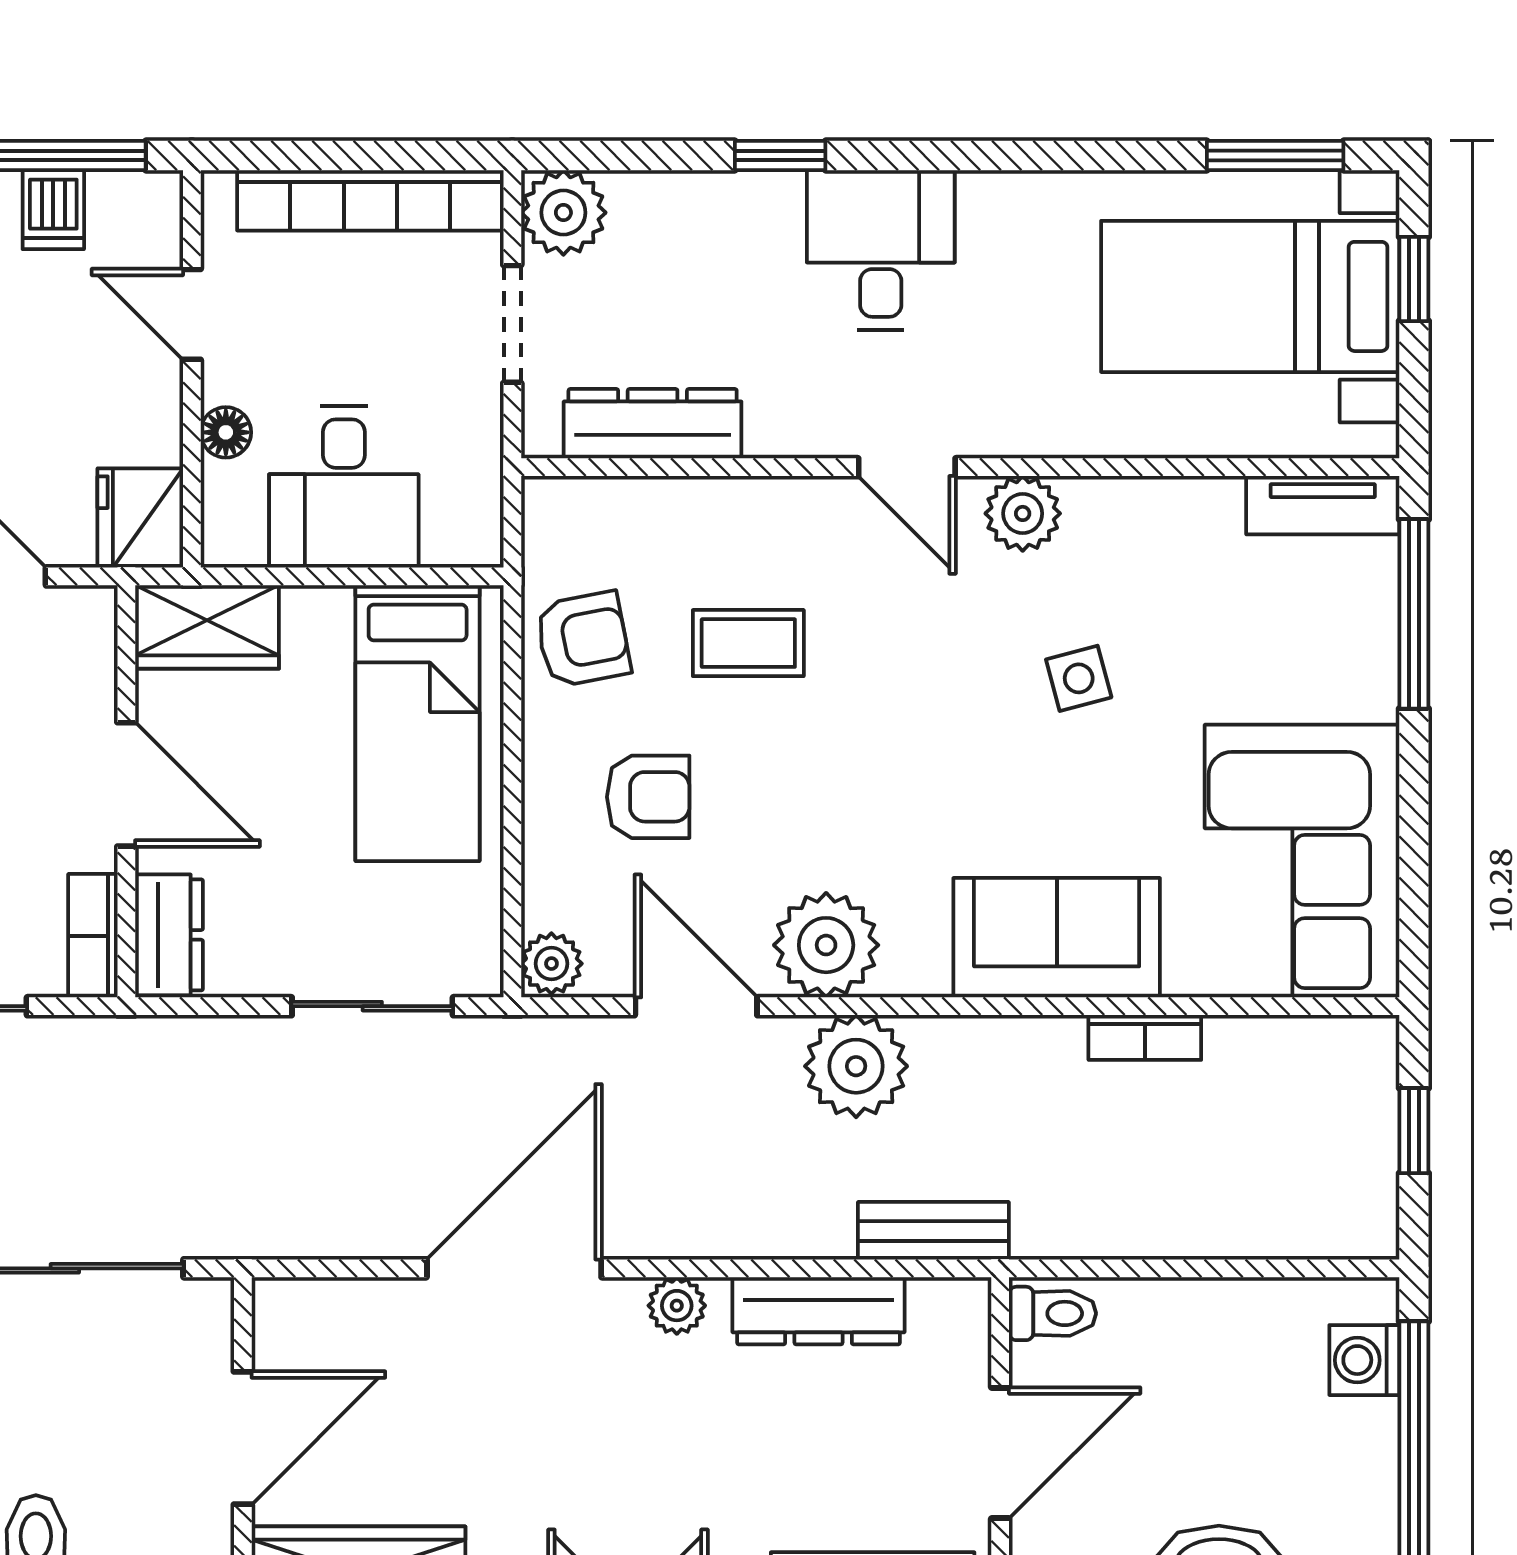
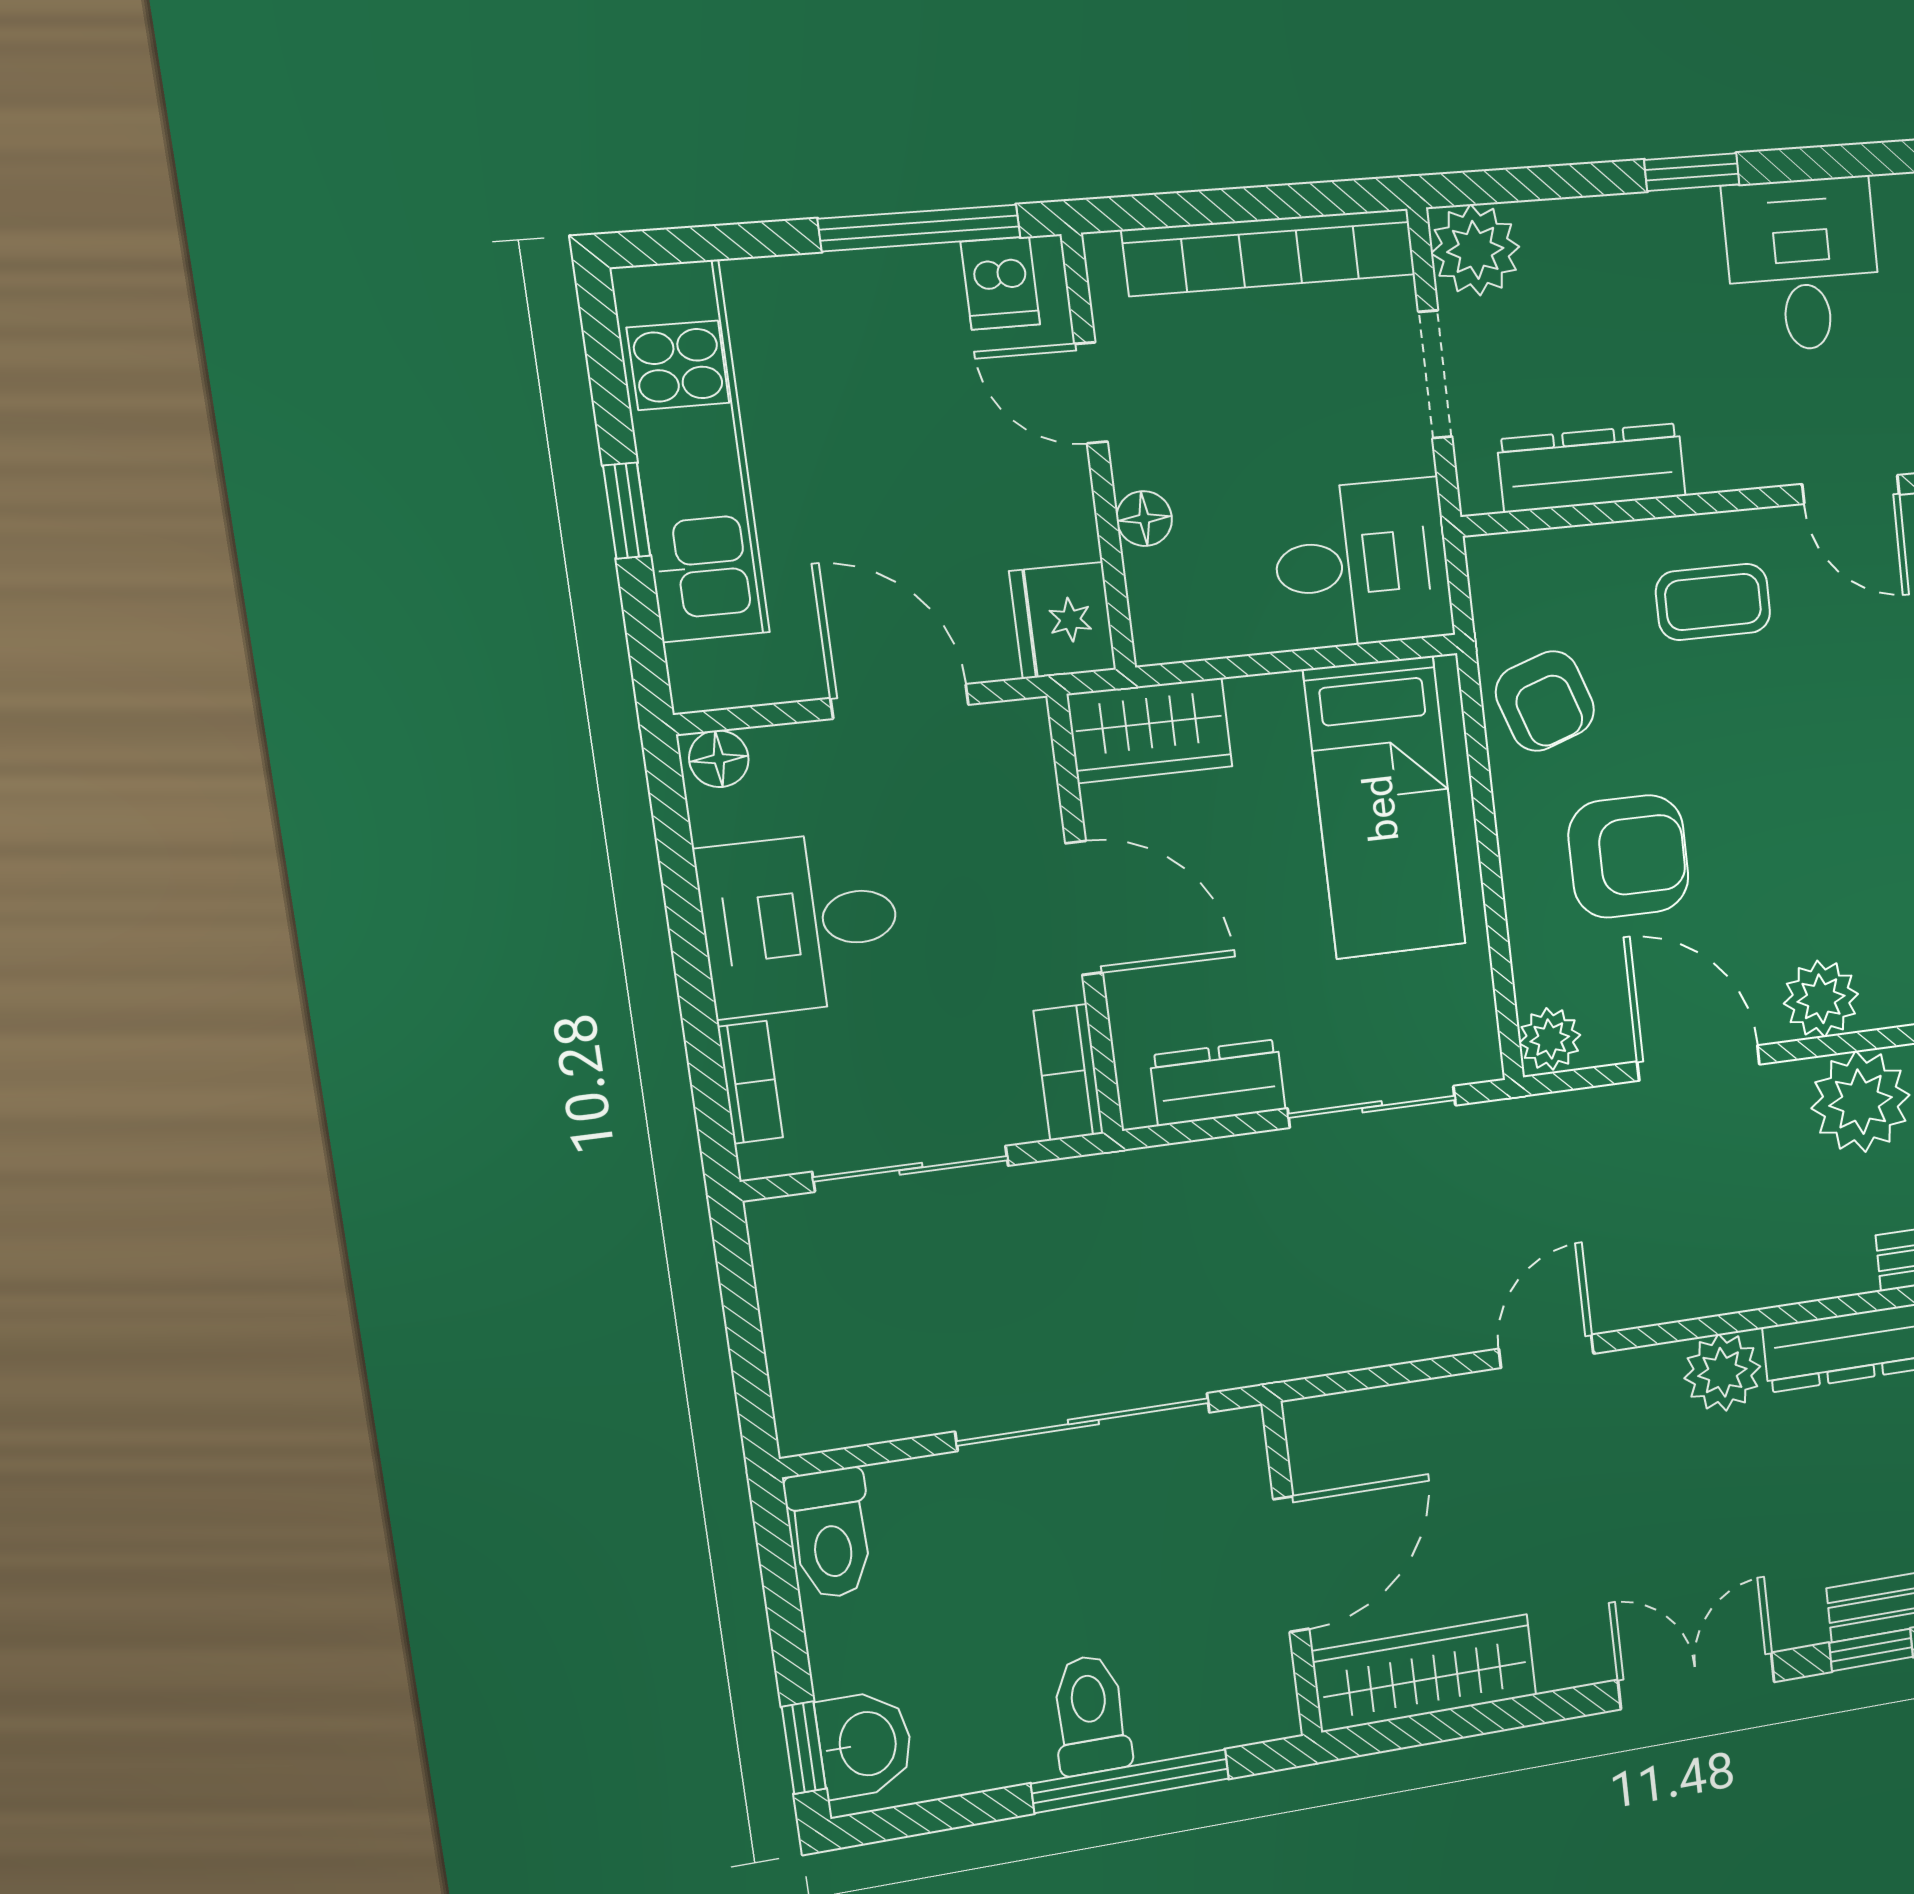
dishwasher: (53, 210) -> (1000, 283), moved
desk: (344, 487) -> (1362, 564), moved, turned -90
armchair: (583, 639) -> (1545, 701), turned 82
coffee table: (748, 643) -> (1713, 602), moved
armchair: (648, 797) -> (1629, 856), width x1.38, depth x1.38
dresser: (169, 935) -> (1218, 1082), moved, turned -90
plant: (826, 945) -> (1821, 999), width x0.73, depth x0.73
door: (514, 1268) -> (1546, 1351), width x0.53
plant: (677, 1306) -> (1722, 1372), width x1.38, depth x1.38

